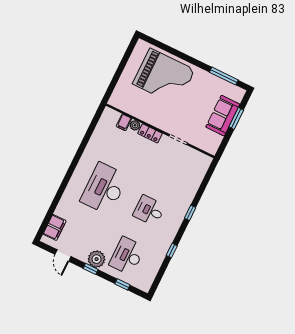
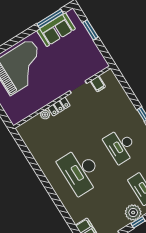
sofa: (223, 116) -> (56, 30), moved, turned -90
filing cabinet: (124, 122) -> (98, 84), moved
desk: (149, 210) -> (121, 146), width x1.37

